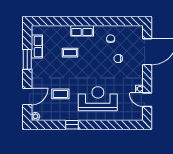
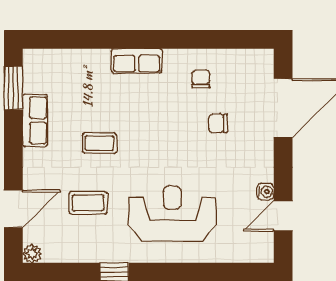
row of seats: (37, 47) -> (35, 120), moved
coffee table: (70, 53) -> (99, 143), moved
window: (27, 59) -> (13, 88), moved
door: (147, 100) -> (283, 216), hinge flipped

